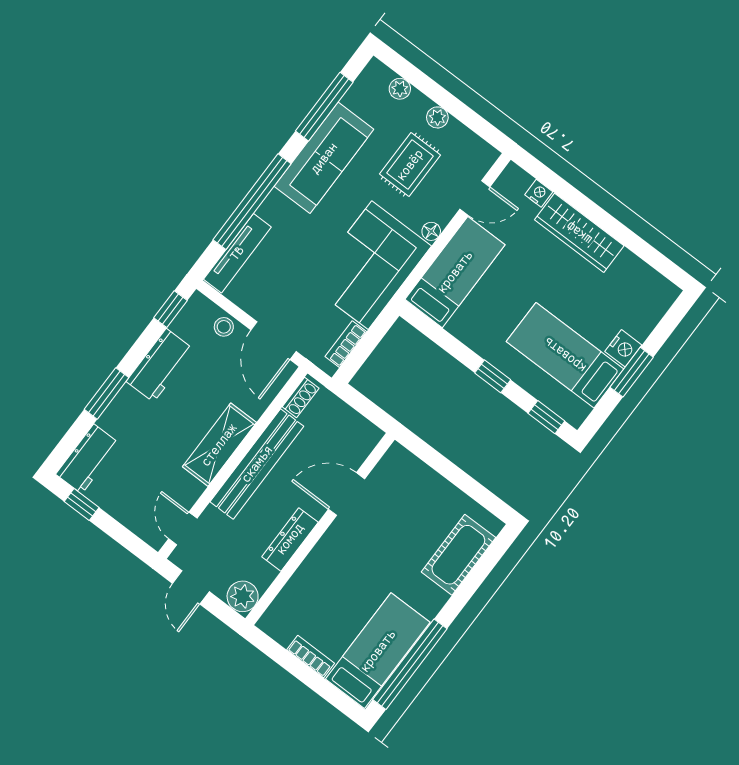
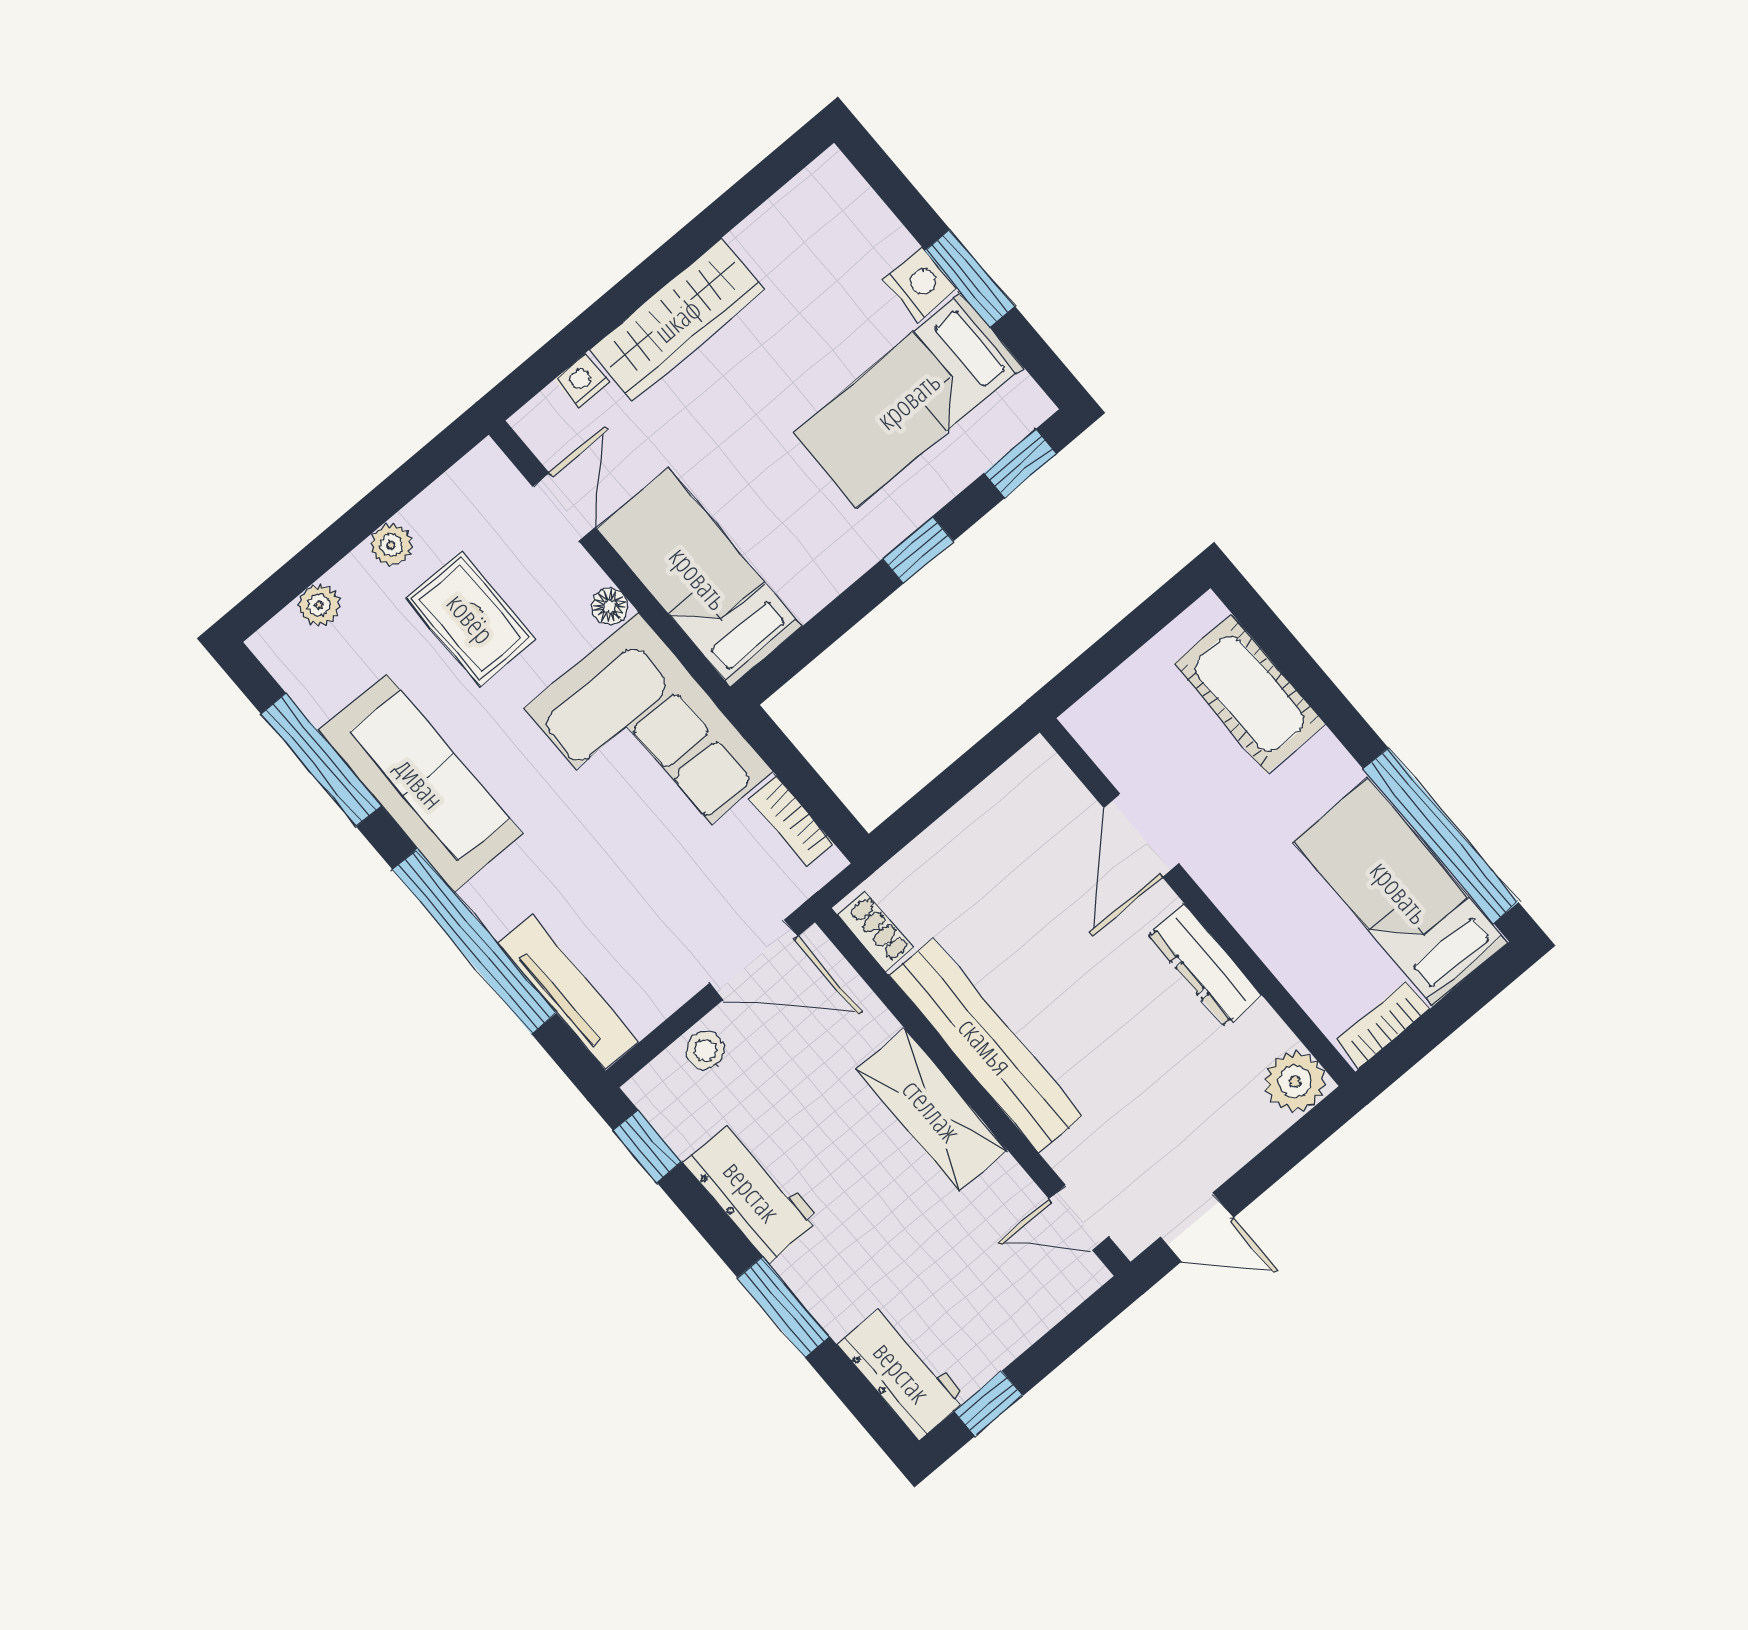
door: (346, 494) -> (1141, 835), moved
wall: (320, 529) -> (1198, 902), moved
dresser: (290, 539) -> (1205, 965), moved
plant: (243, 596) -> (1295, 1082), moved

